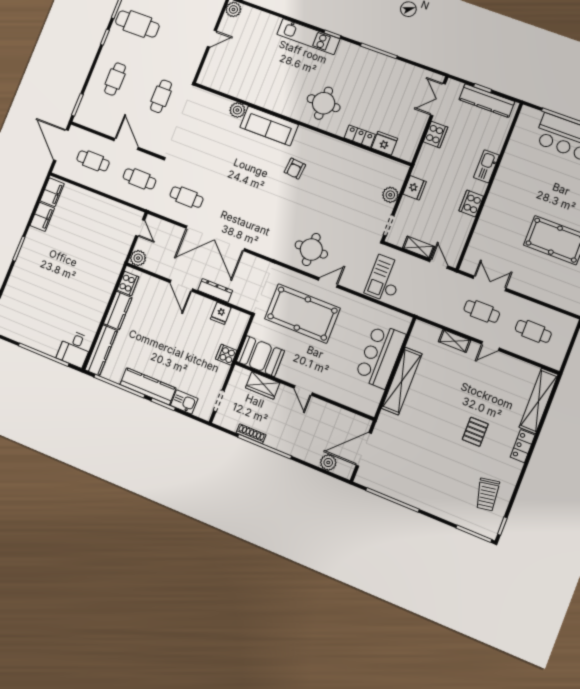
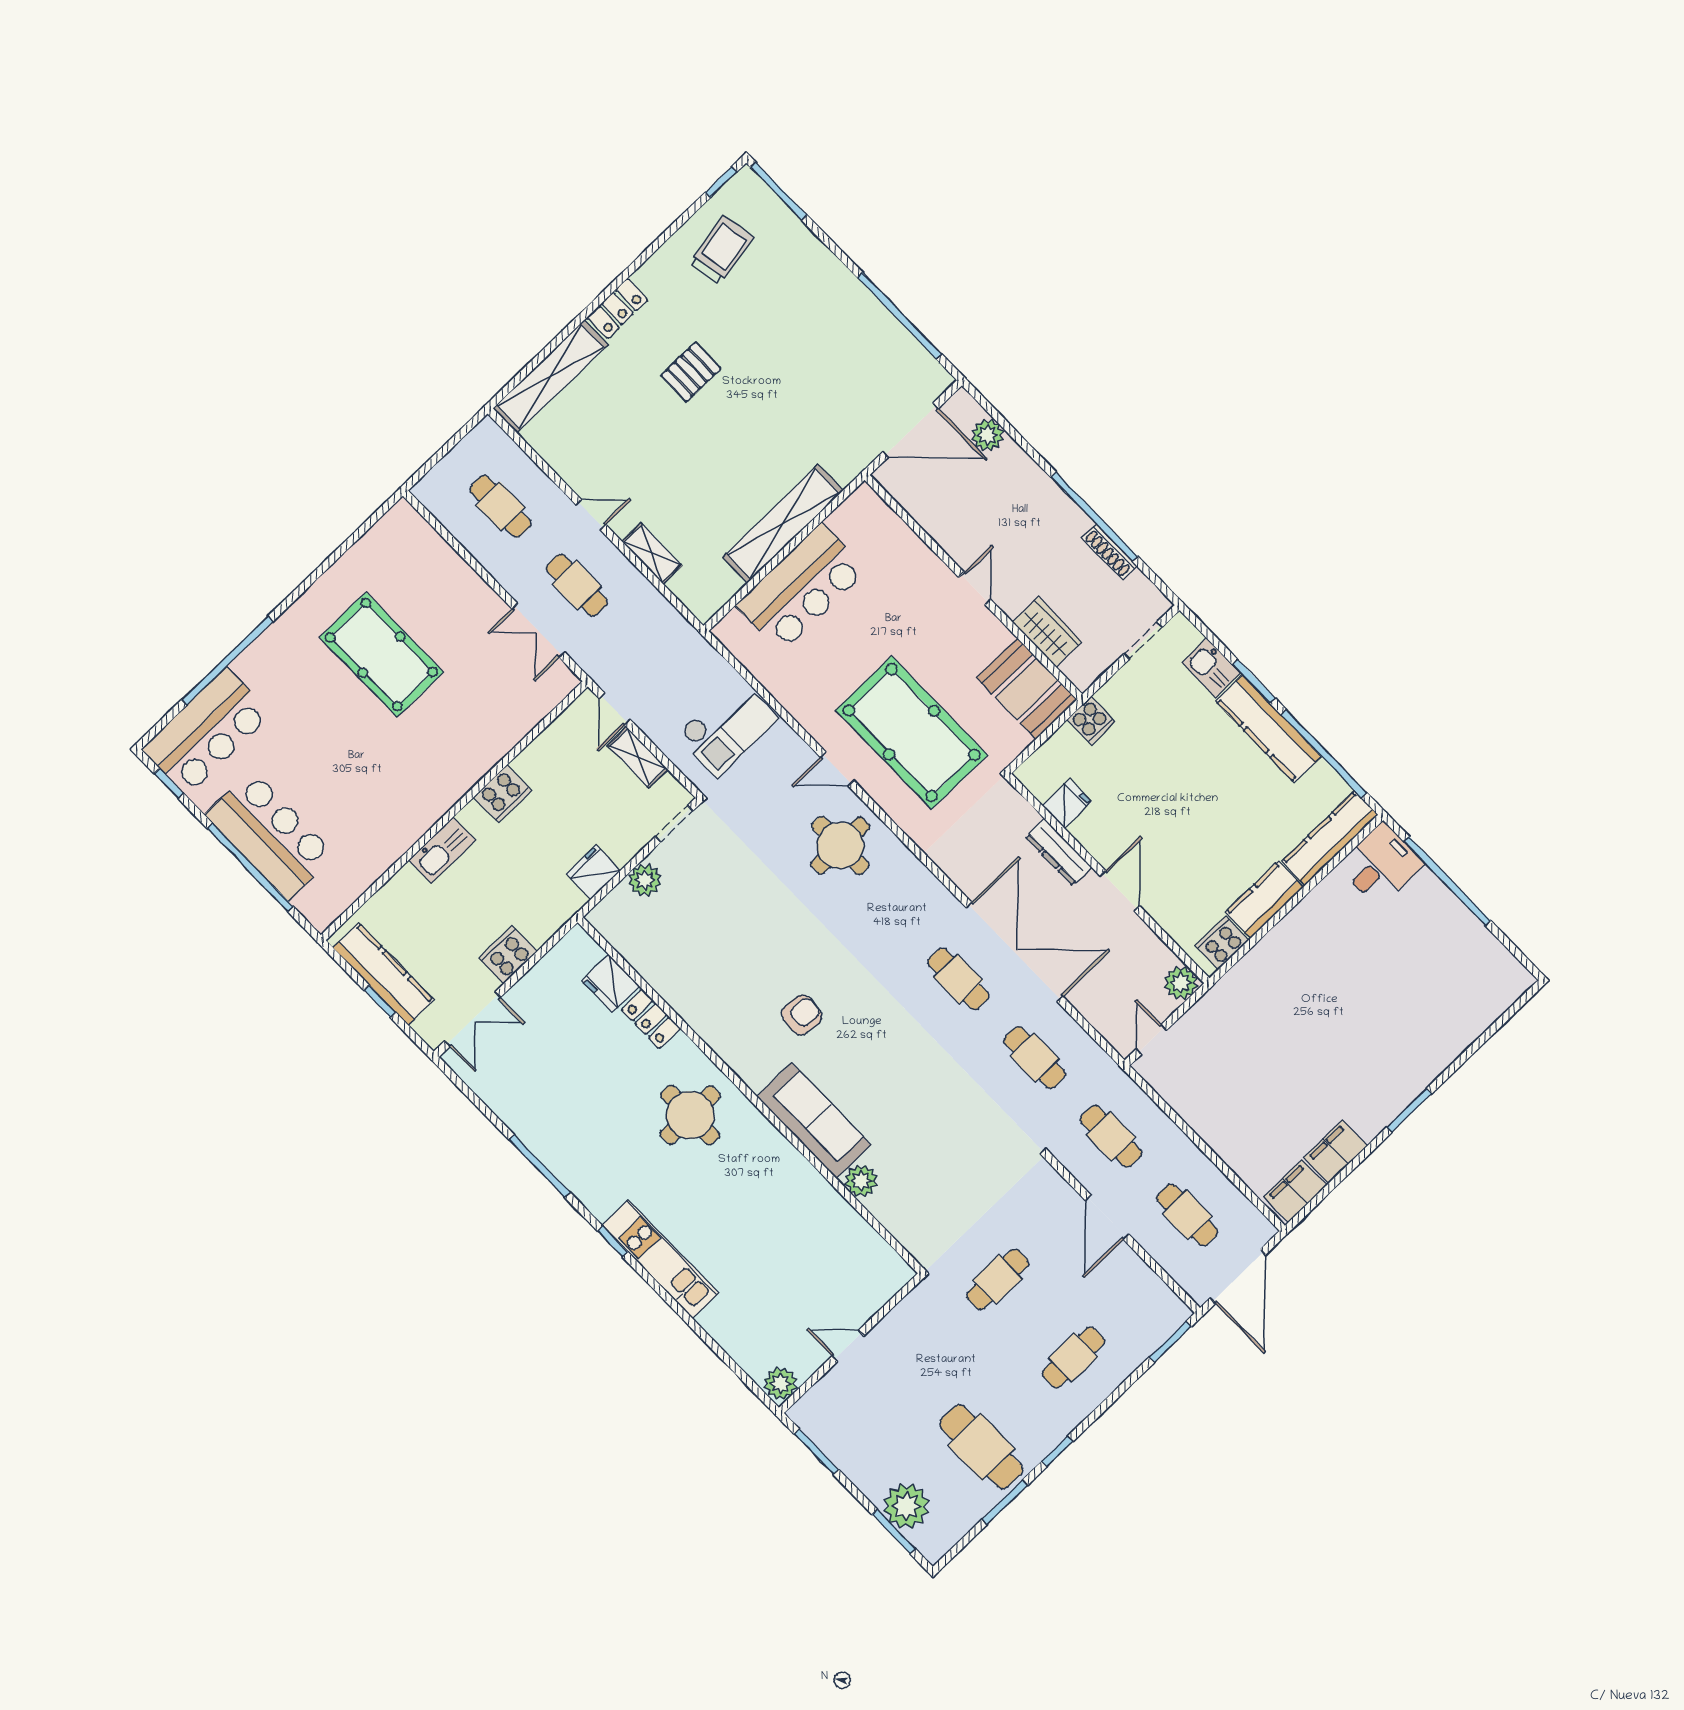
cafe table: (234, 216) -> (958, 979), added

